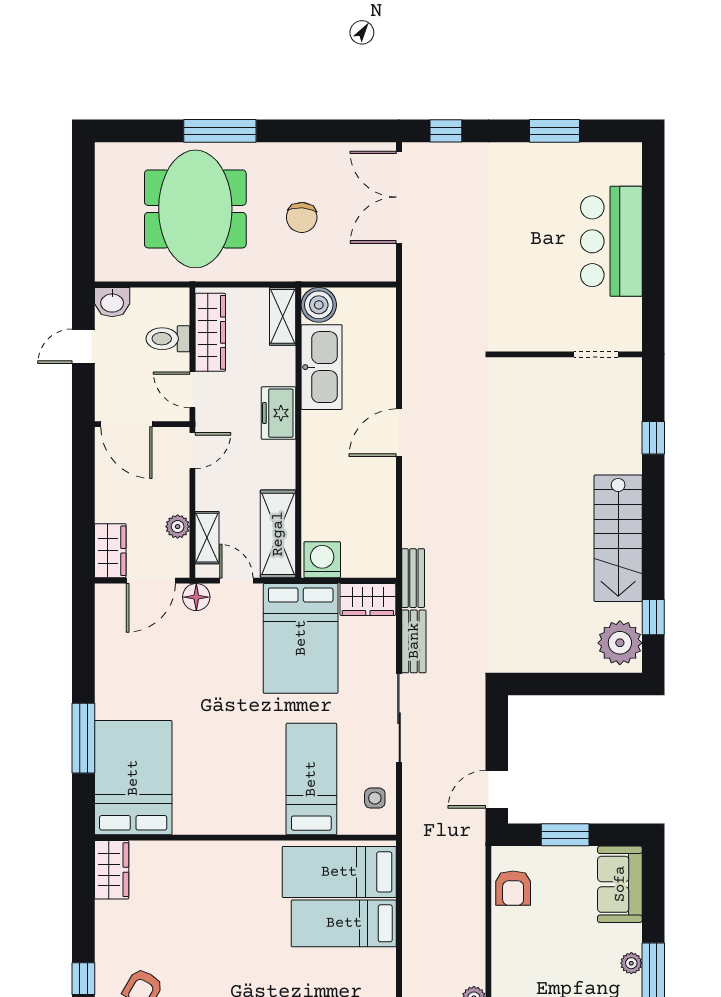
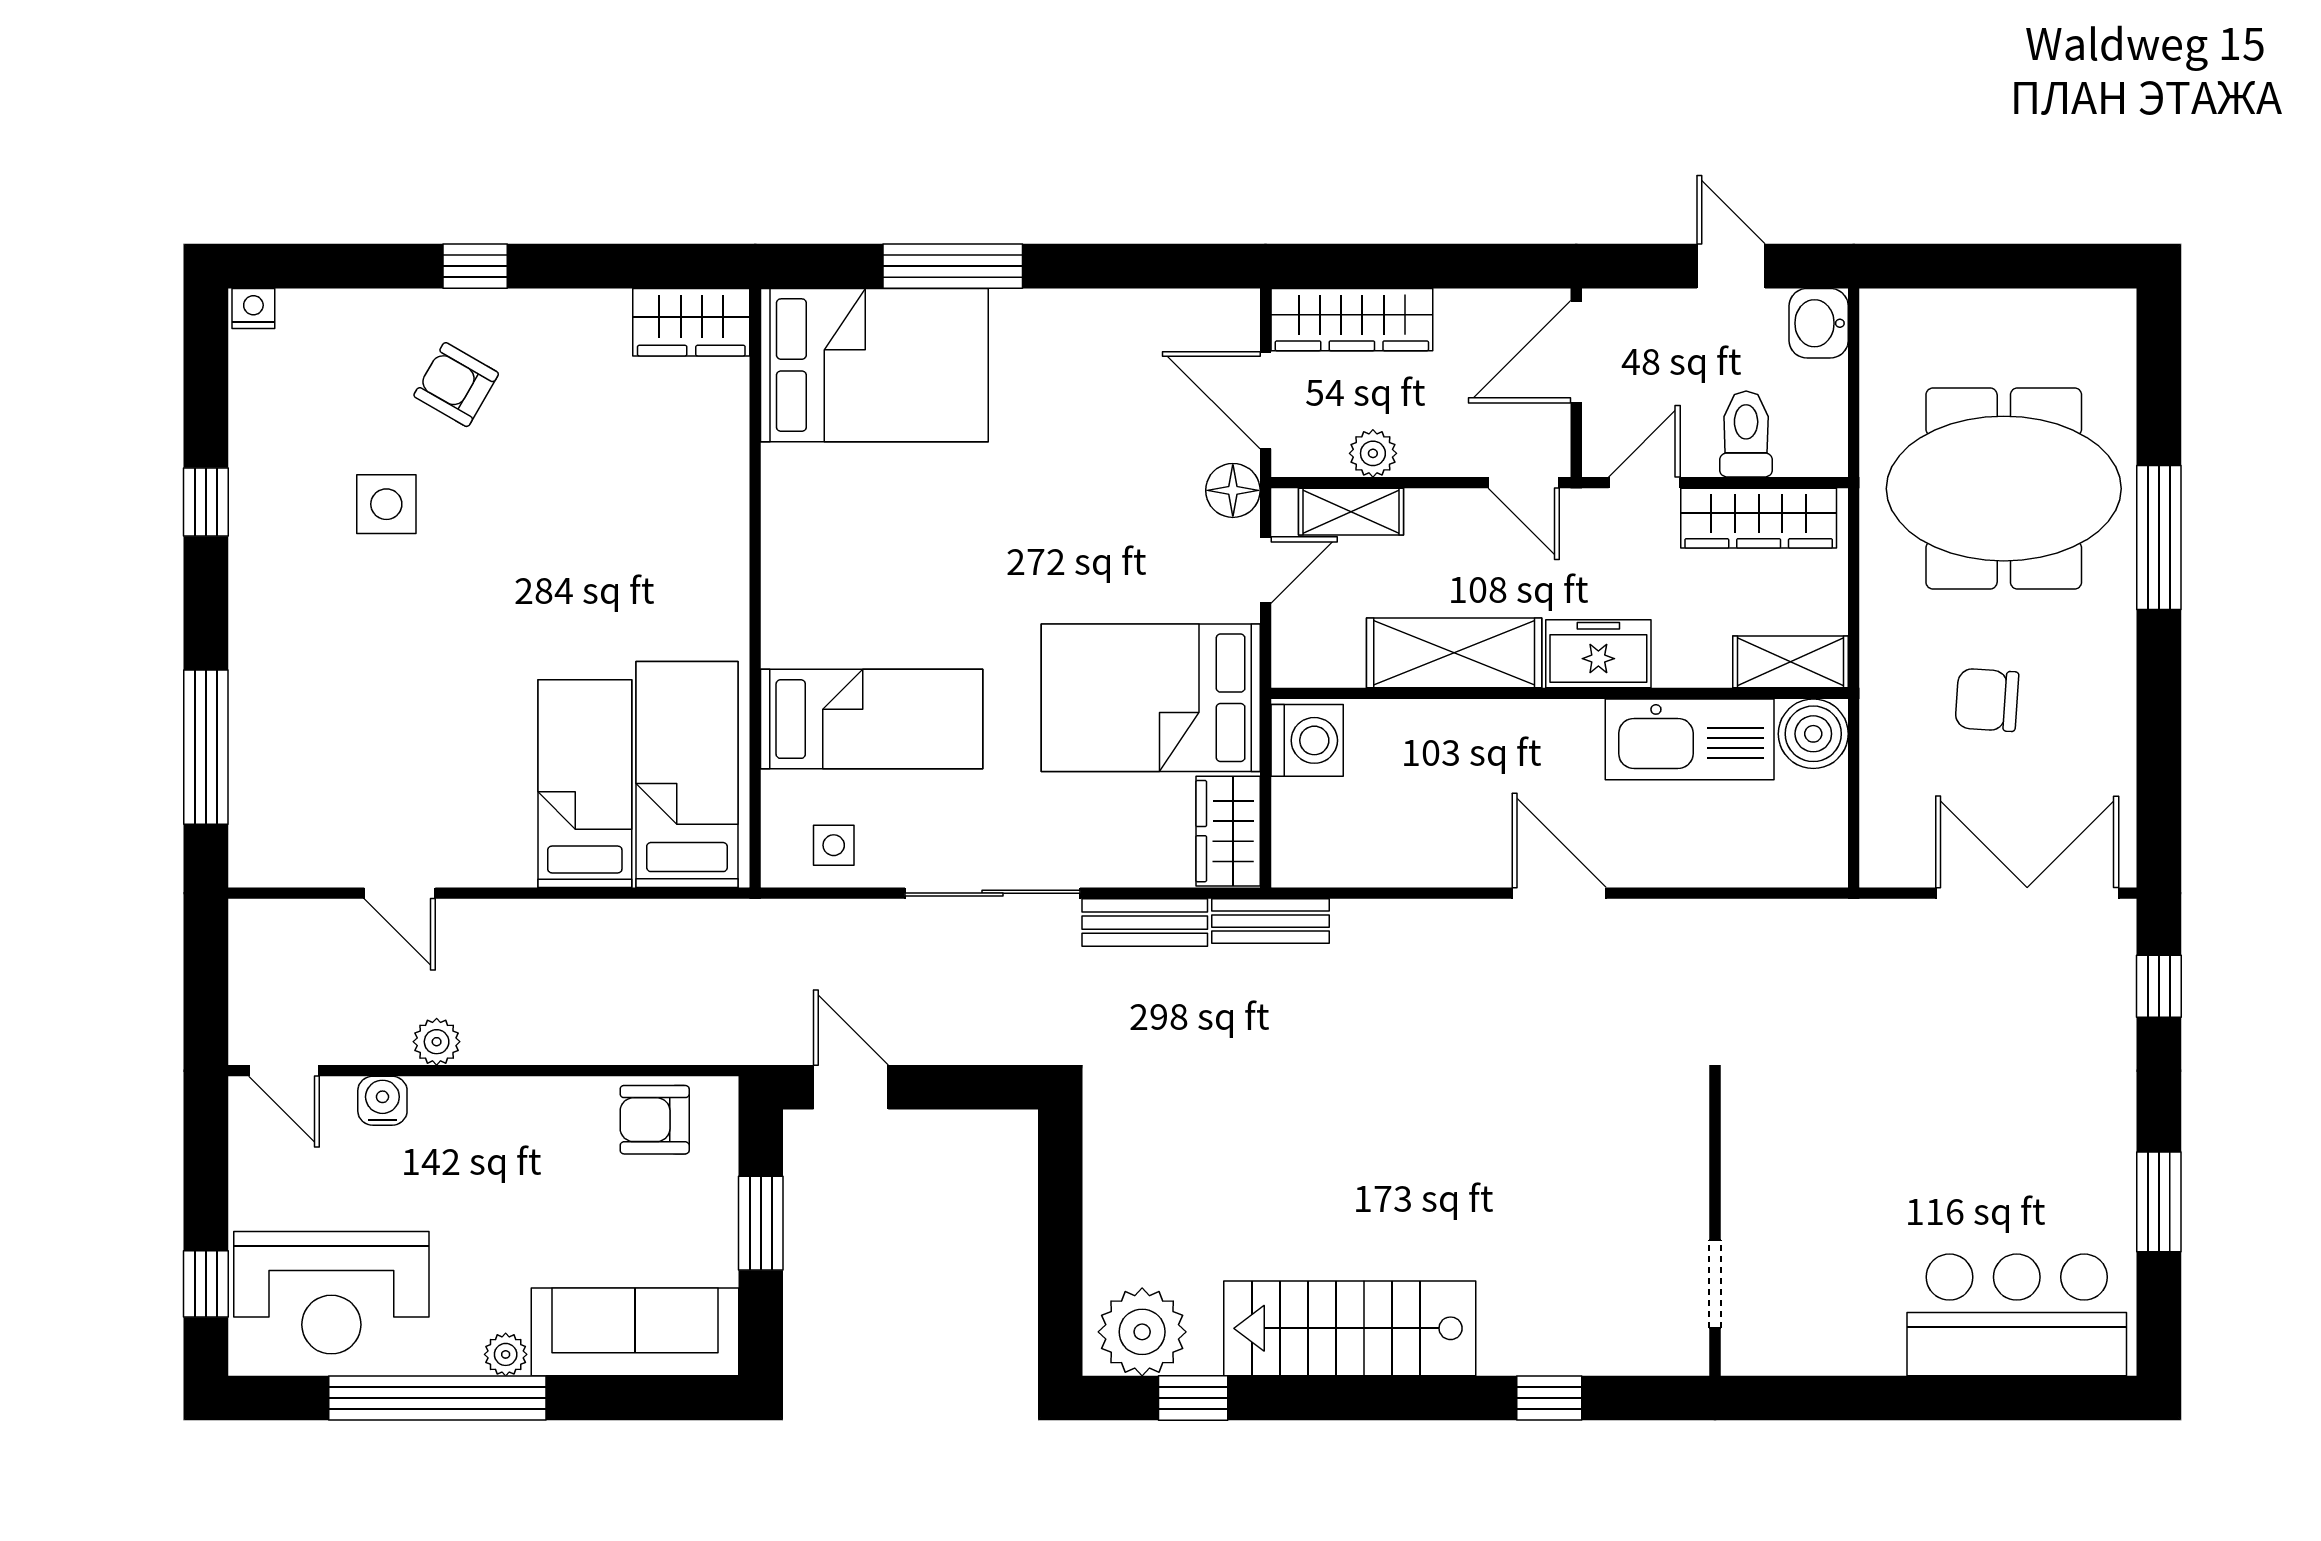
bar counter: (611, 241) -> (2017, 1315), moved
shelving: (278, 534) -> (1454, 653), moved
wardrobe: (110, 551) -> (1352, 320), width x1.50
sofa: (620, 884) -> (635, 1332), width x1.36

